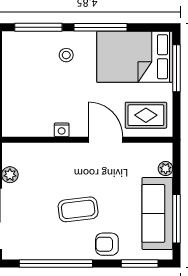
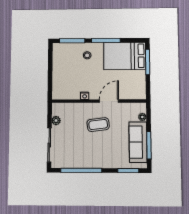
rug: (146, 115) -> (131, 88), removed
door: (106, 140) -> (109, 101), hinge flipped
coffee table: (78, 209) -> (98, 125), moved
armchair: (107, 244) -> (110, 159), removed

